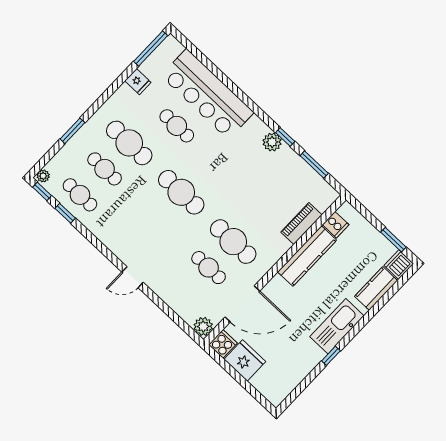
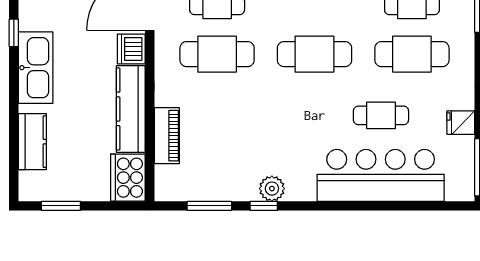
cooker: (336, 225) -> (128, 178), width x1.87, depth x1.31
dishwasher: (399, 265) -> (131, 49), moved, turned 180

